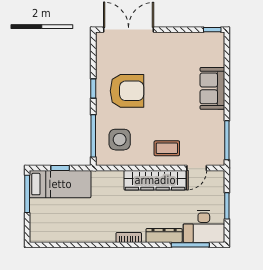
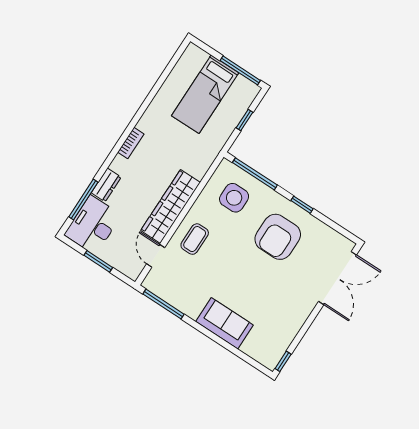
bed: (60, 184) -> (205, 94), moved
dresser: (164, 235) -> (106, 185), width x0.70

